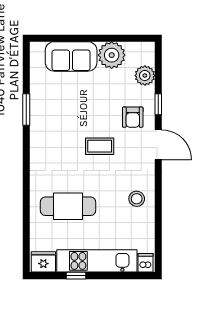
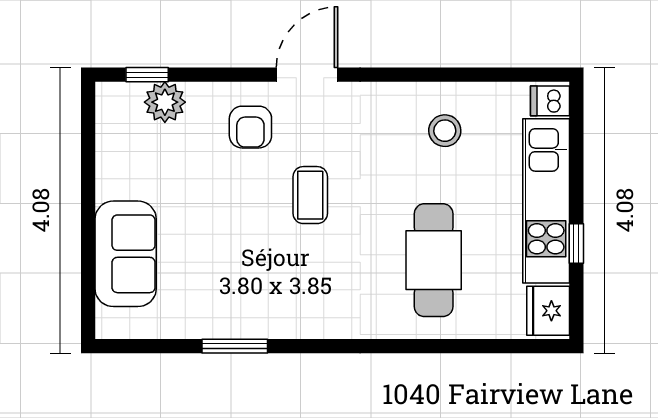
plant: (112, 55) -> (123, 170), removed
window: (158, 104) -> (147, 75), moved
armchair: (133, 117) -> (250, 127), turned 90
stool: (137, 199) -> (445, 131), moved

